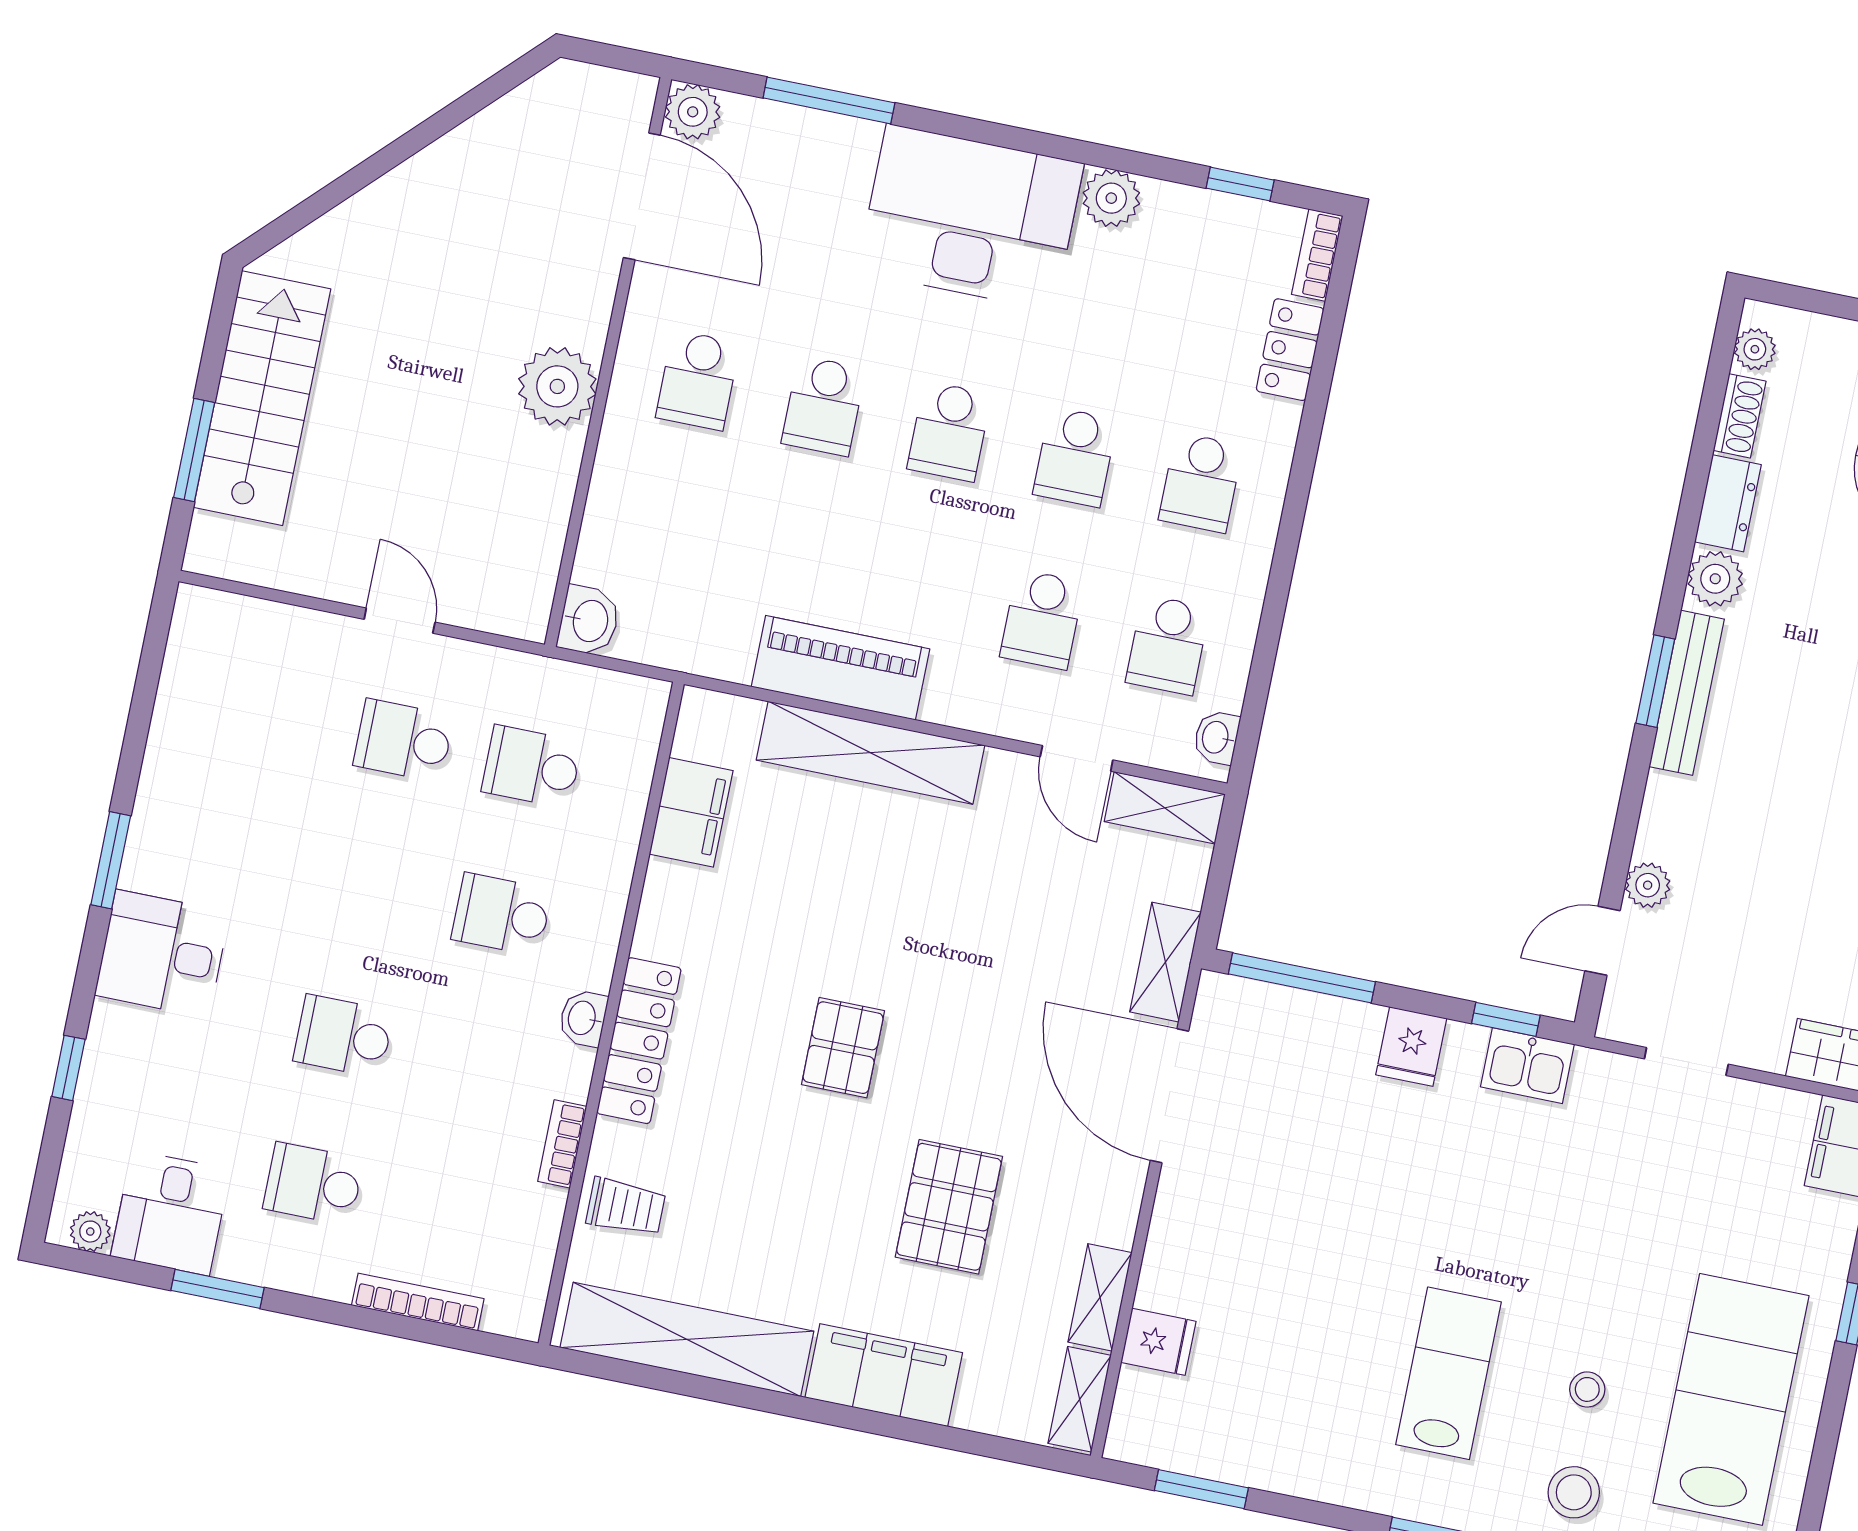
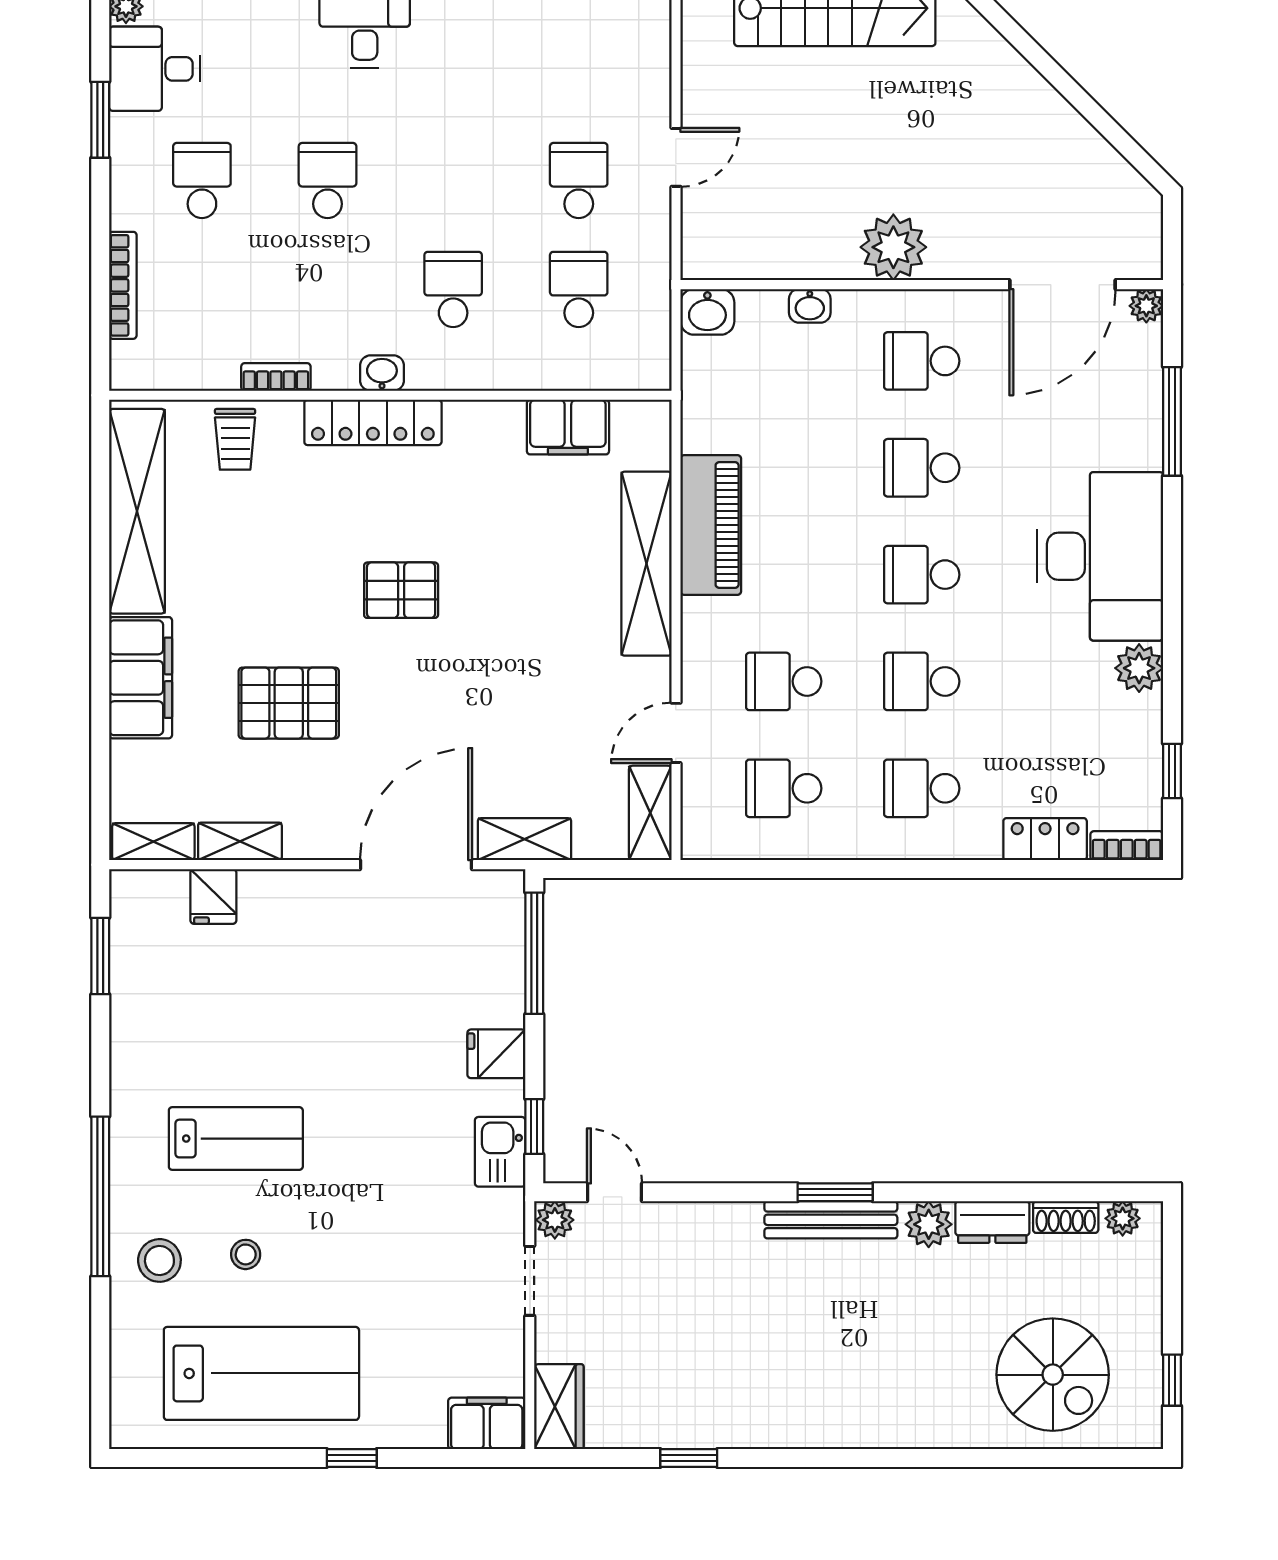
plant: (693, 112) -> (1146, 306), width x0.73, depth x0.73
washbasin: (1216, 737) -> (810, 306), moved, turned 180
plant: (1648, 885) -> (555, 1220), moved

